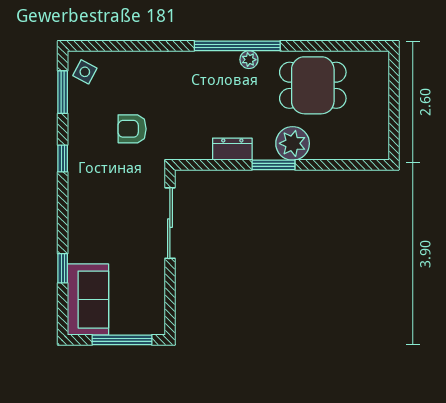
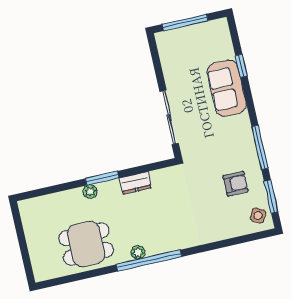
armchair: (132, 129) -> (236, 184), moved
plant: (293, 143) -> (90, 192), width x0.53, depth x0.53
window: (63, 158) -> (260, 147), width x2.17
sofa: (88, 300) -> (227, 88), moved

